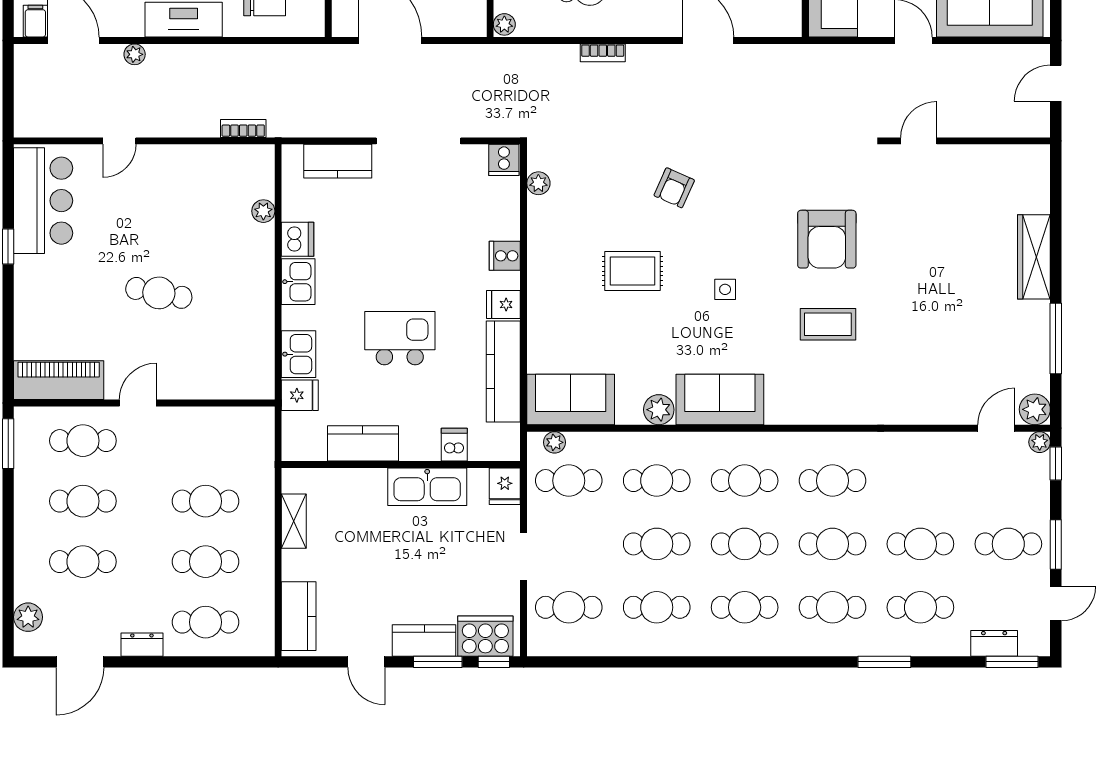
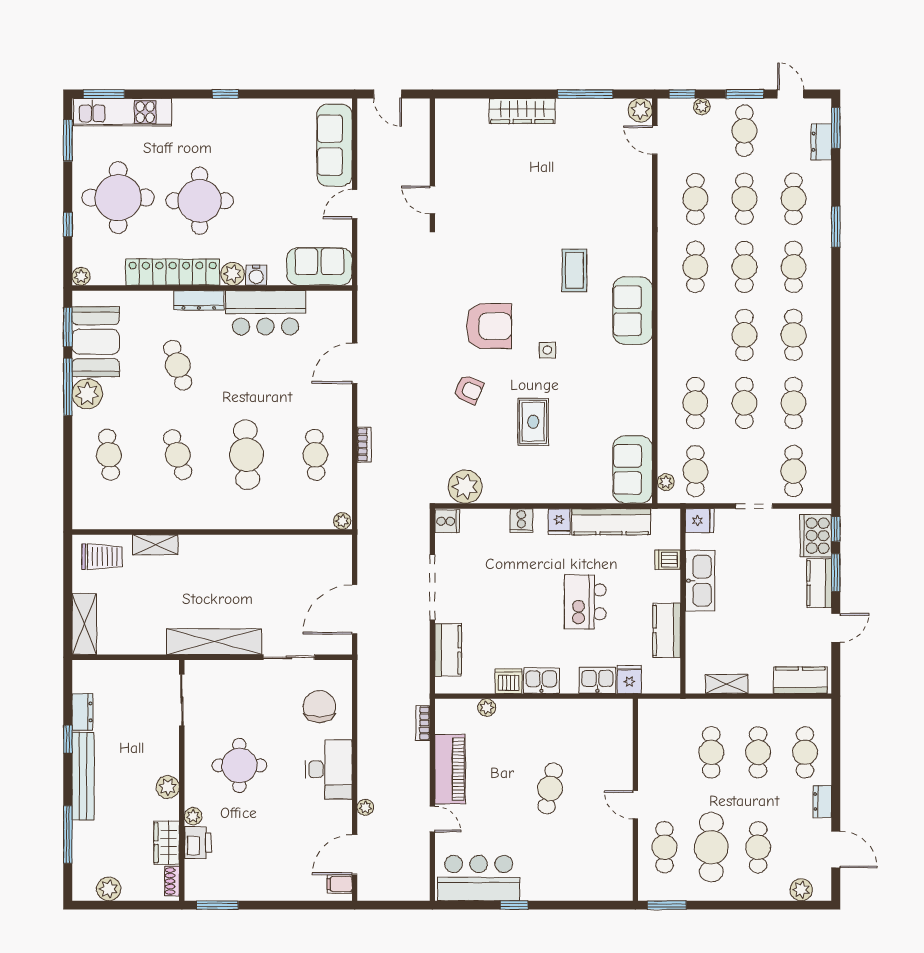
plant: (538, 183) -> (465, 487), width x1.88, depth x1.88
armchair: (827, 239) -> (489, 326), moved
piano: (59, 380) -> (450, 769), moved, turned 180
sofa: (720, 399) -> (633, 311), moved
plant: (659, 410) -> (640, 401), removed
plant: (1040, 442) -> (702, 107), moved
cafe table: (745, 481) -> (695, 199), moved
cafe table: (83, 501) -> (711, 847), width x1.37, depth x1.35

